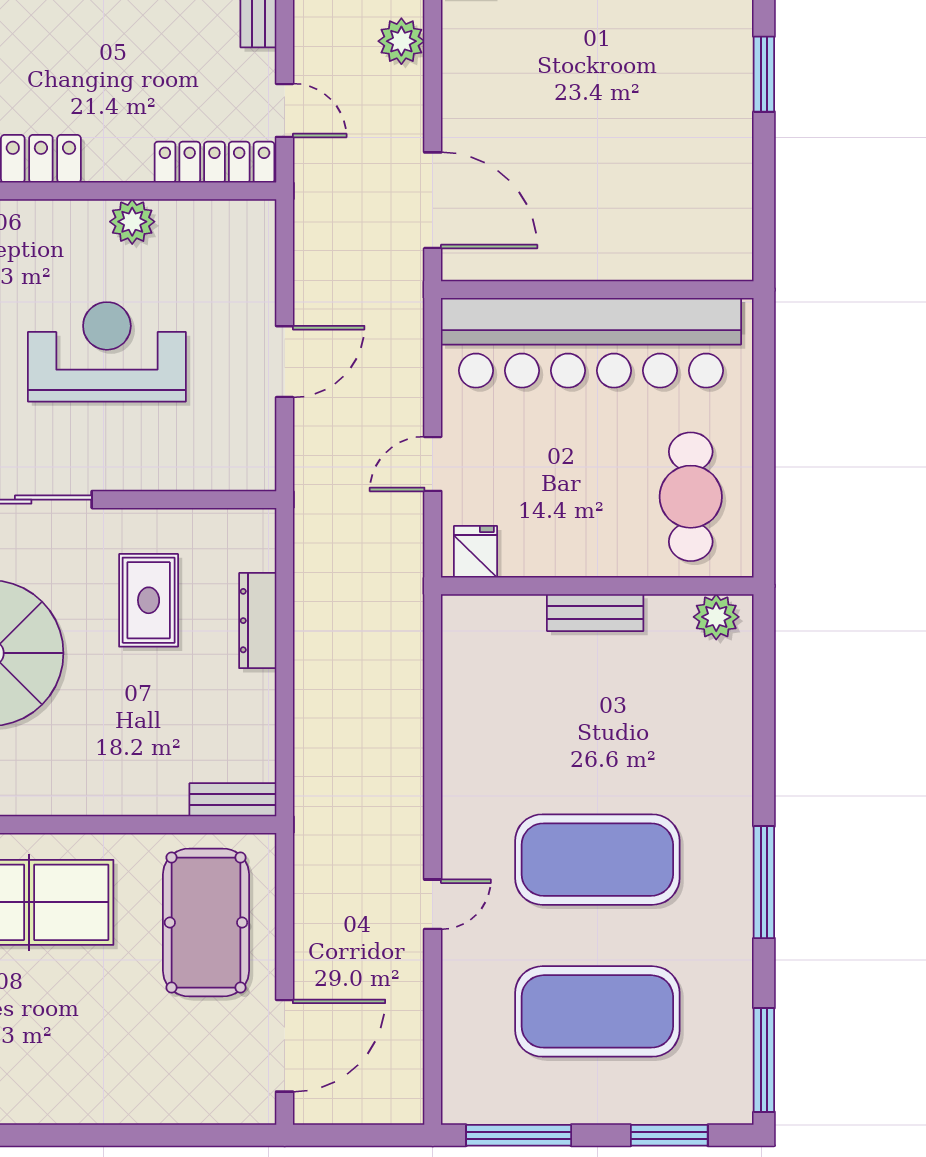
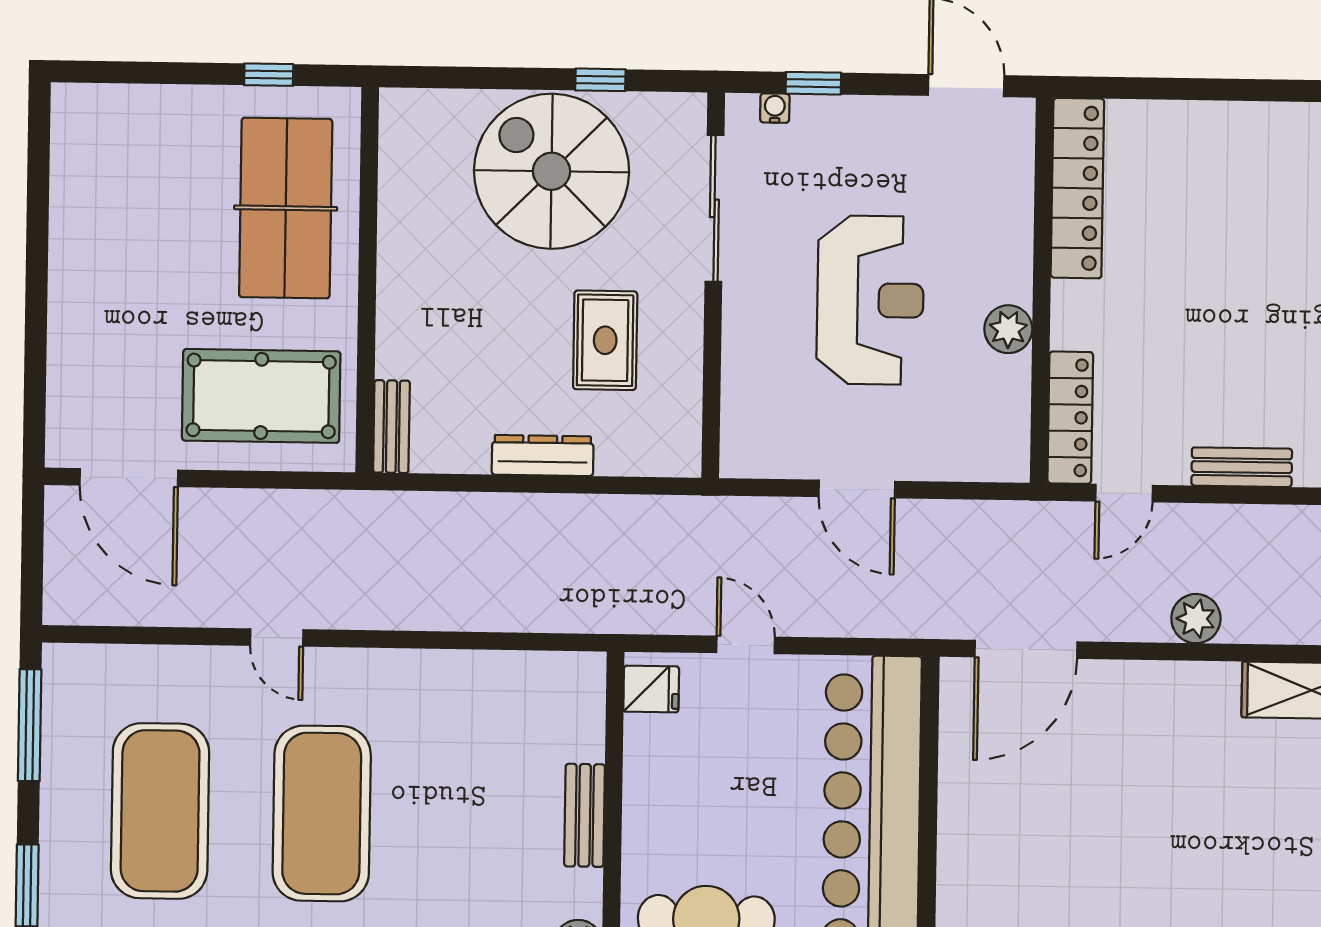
rug: (149, 600) -> (605, 340), turned 90
dresser: (258, 621) -> (543, 455), moved

